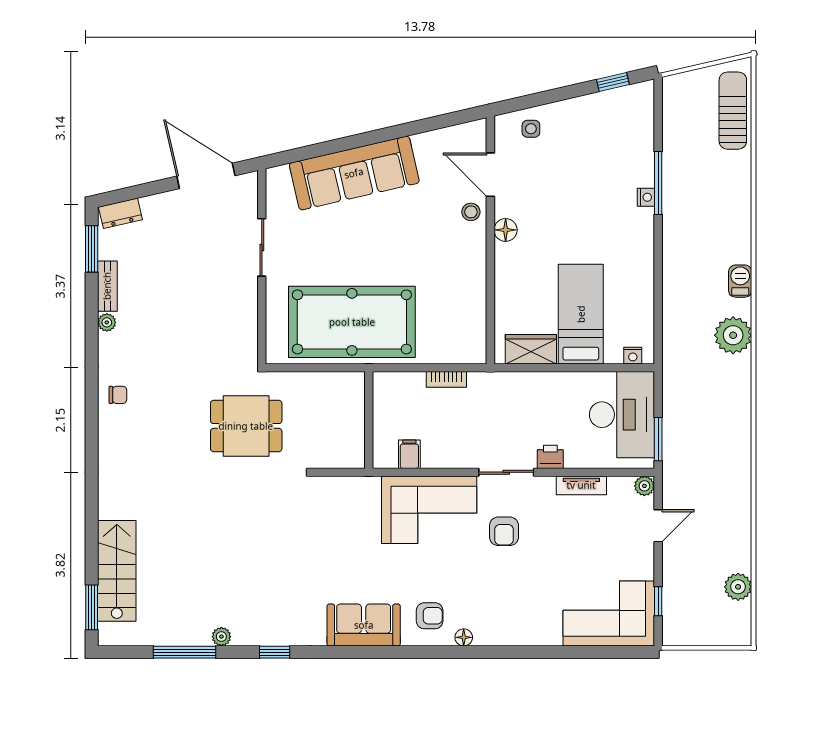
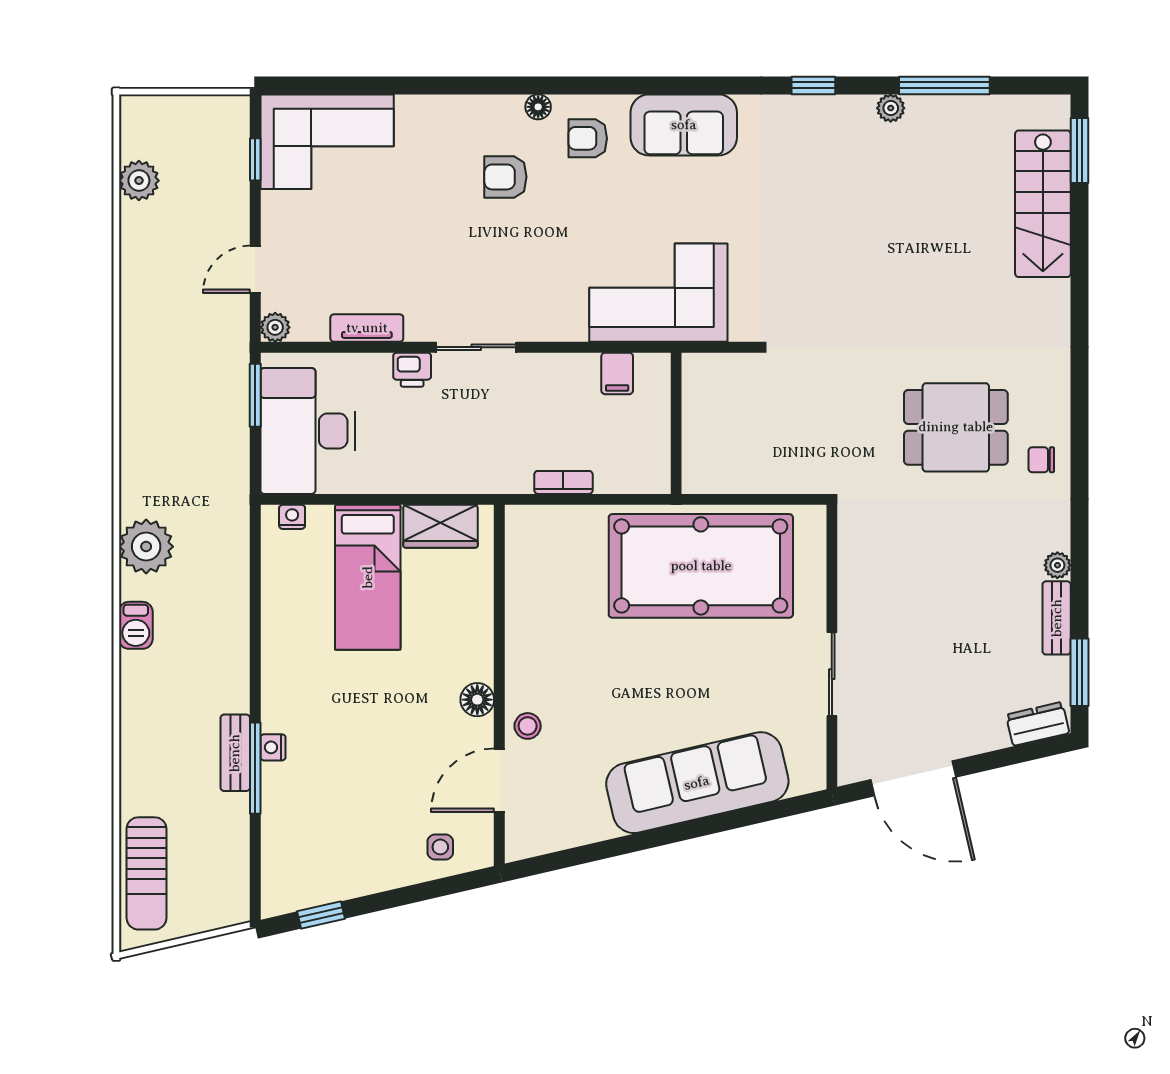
door: (490, 175) -> (499, 780), swing flipped
bench: (672, 193) -> (235, 753), added
dining table: (246, 426) -> (956, 427), moved
corner sofa: (429, 510) -> (658, 293), moved
armchair: (504, 531) -> (505, 177), moved, turned -90

